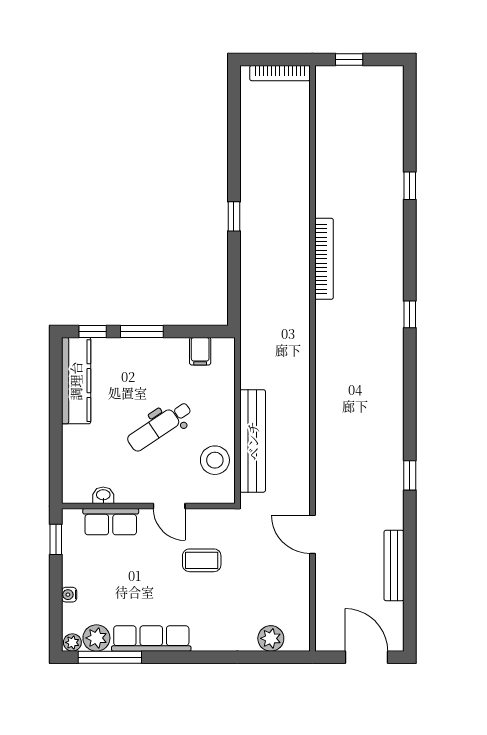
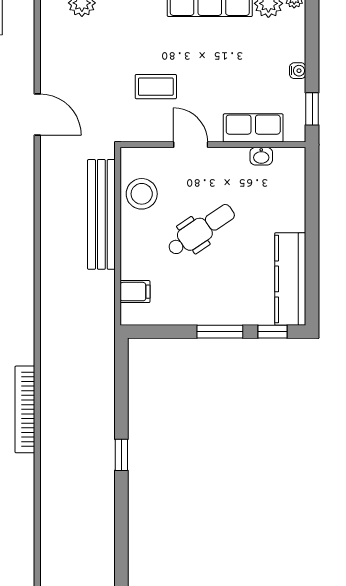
filing cabinet: (200, 351) -> (135, 292), moved, turned 90
water cooler: (69, 595) -> (298, 71), moved

